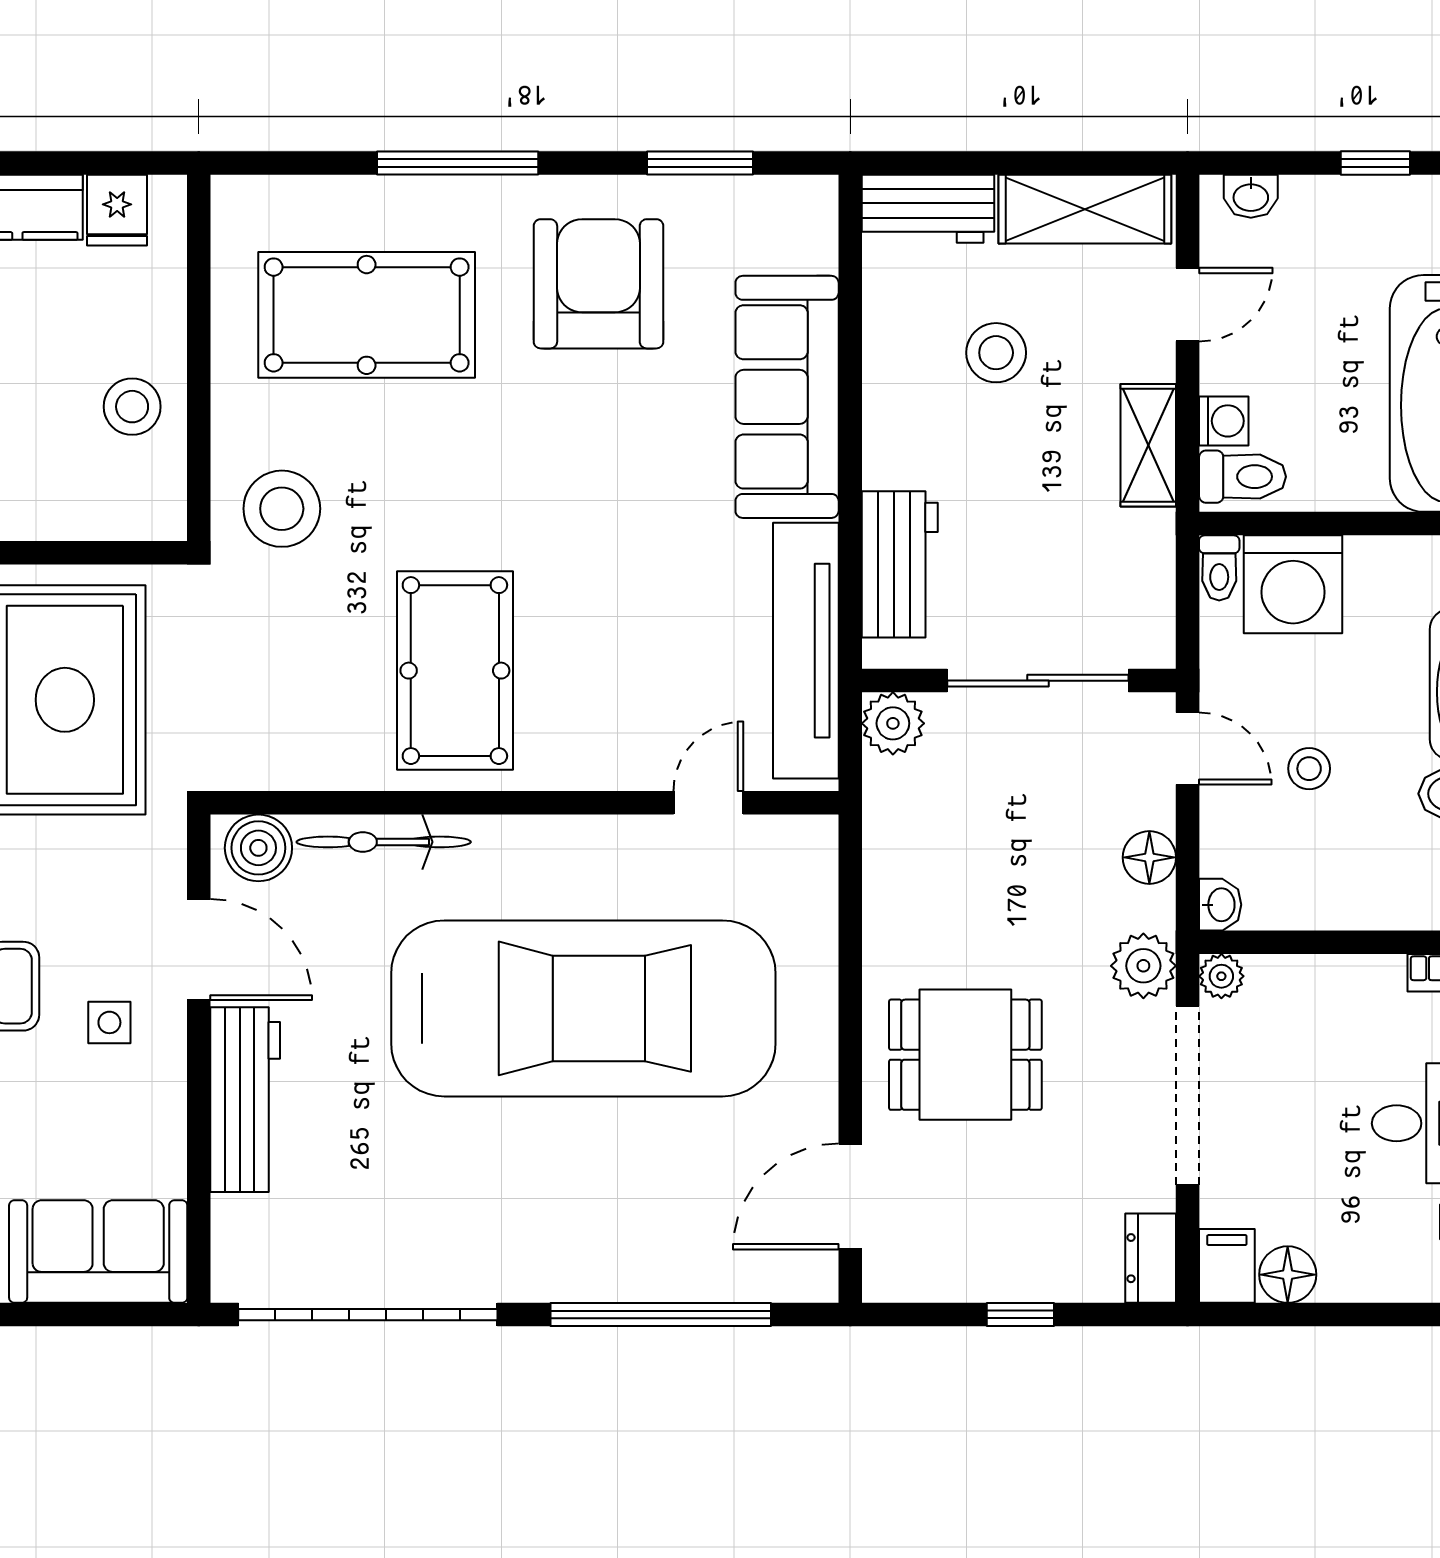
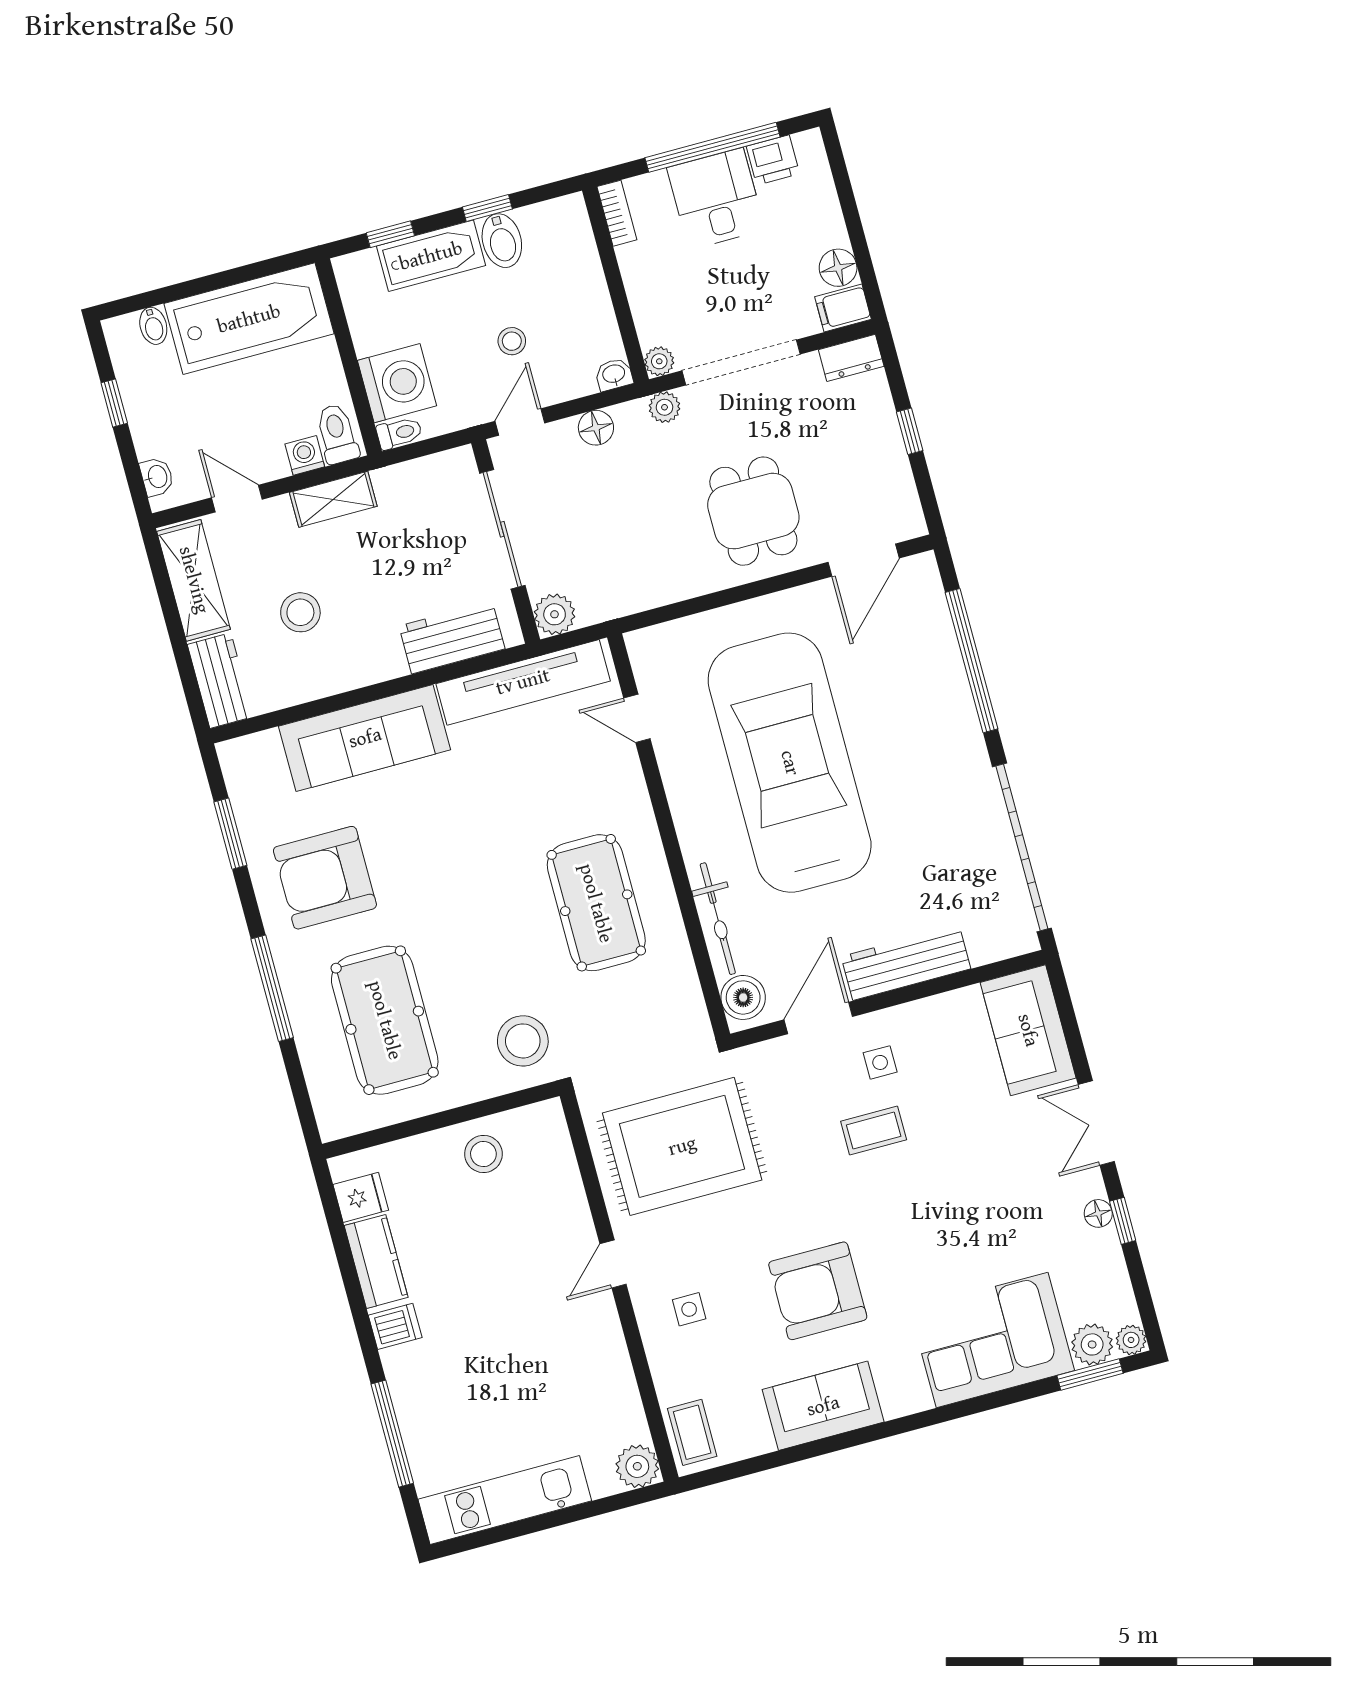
pool table: (455, 671) -> (596, 903), turned 90
plant: (1143, 966) -> (665, 407), width x0.73, depth x0.73
door: (850, 1196) -> (864, 560), hinge flipped

